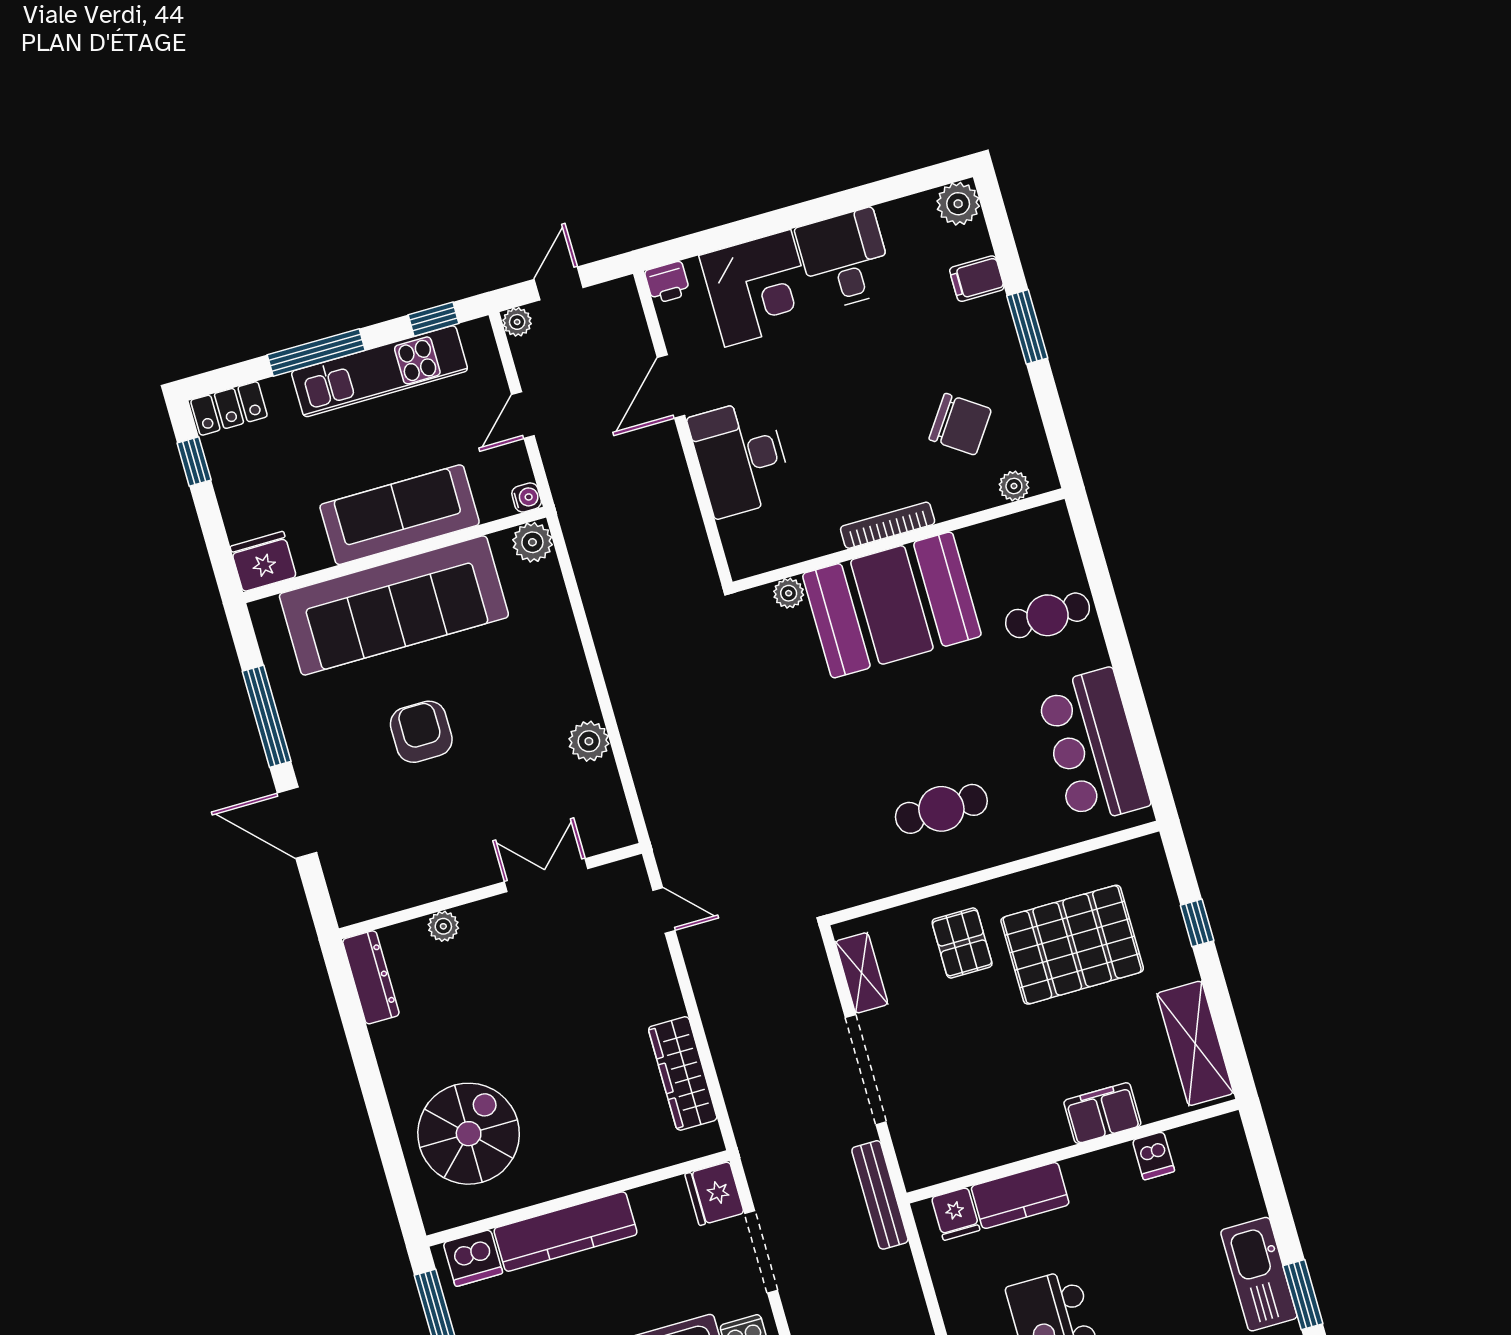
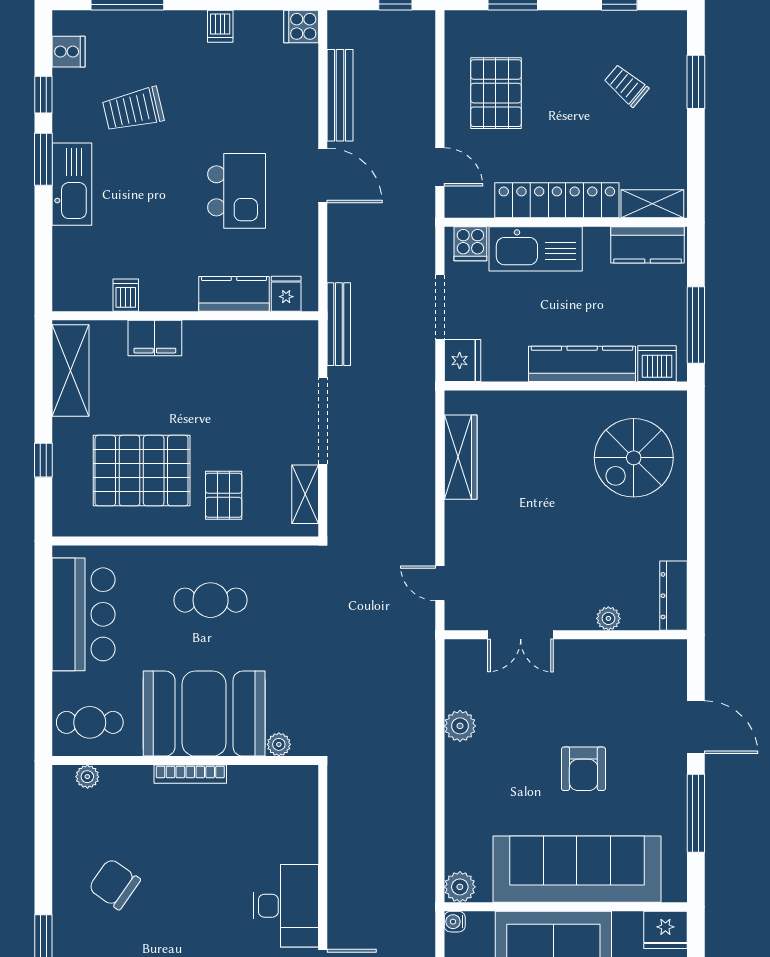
plant: (1014, 486) -> (87, 777), moved
bookcase: (888, 525) -> (190, 774), moved
wall: (899, 540) -> (185, 761), moved
plant: (789, 593) -> (279, 744), moved
booth: (892, 605) -> (204, 714), moved

